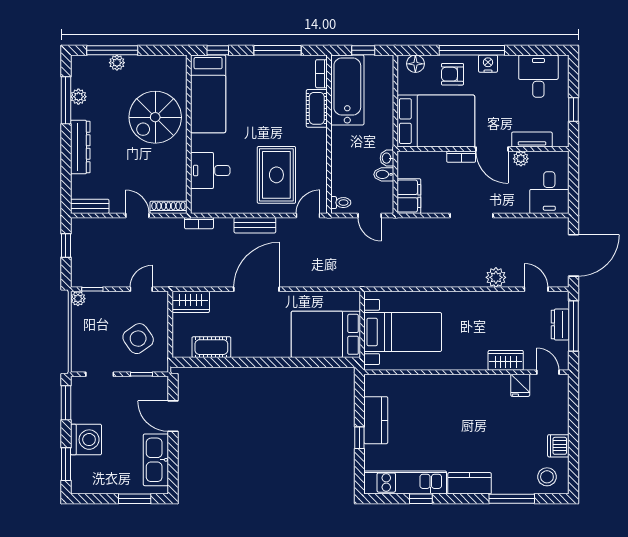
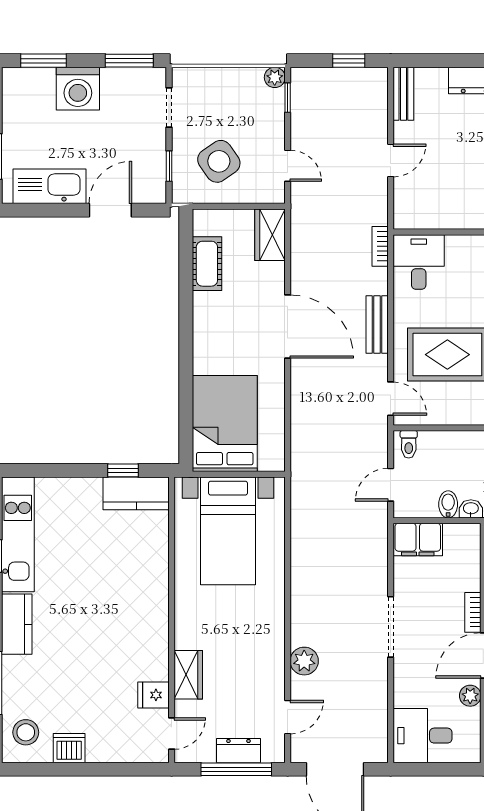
desk: (210, 170) -> (419, 262), moved
shoe rack: (168, 207) -> (402, 204), removed
kitchen counter: (376, 420) -> (136, 493), moved
window: (359, 438) -> (123, 470), moved

